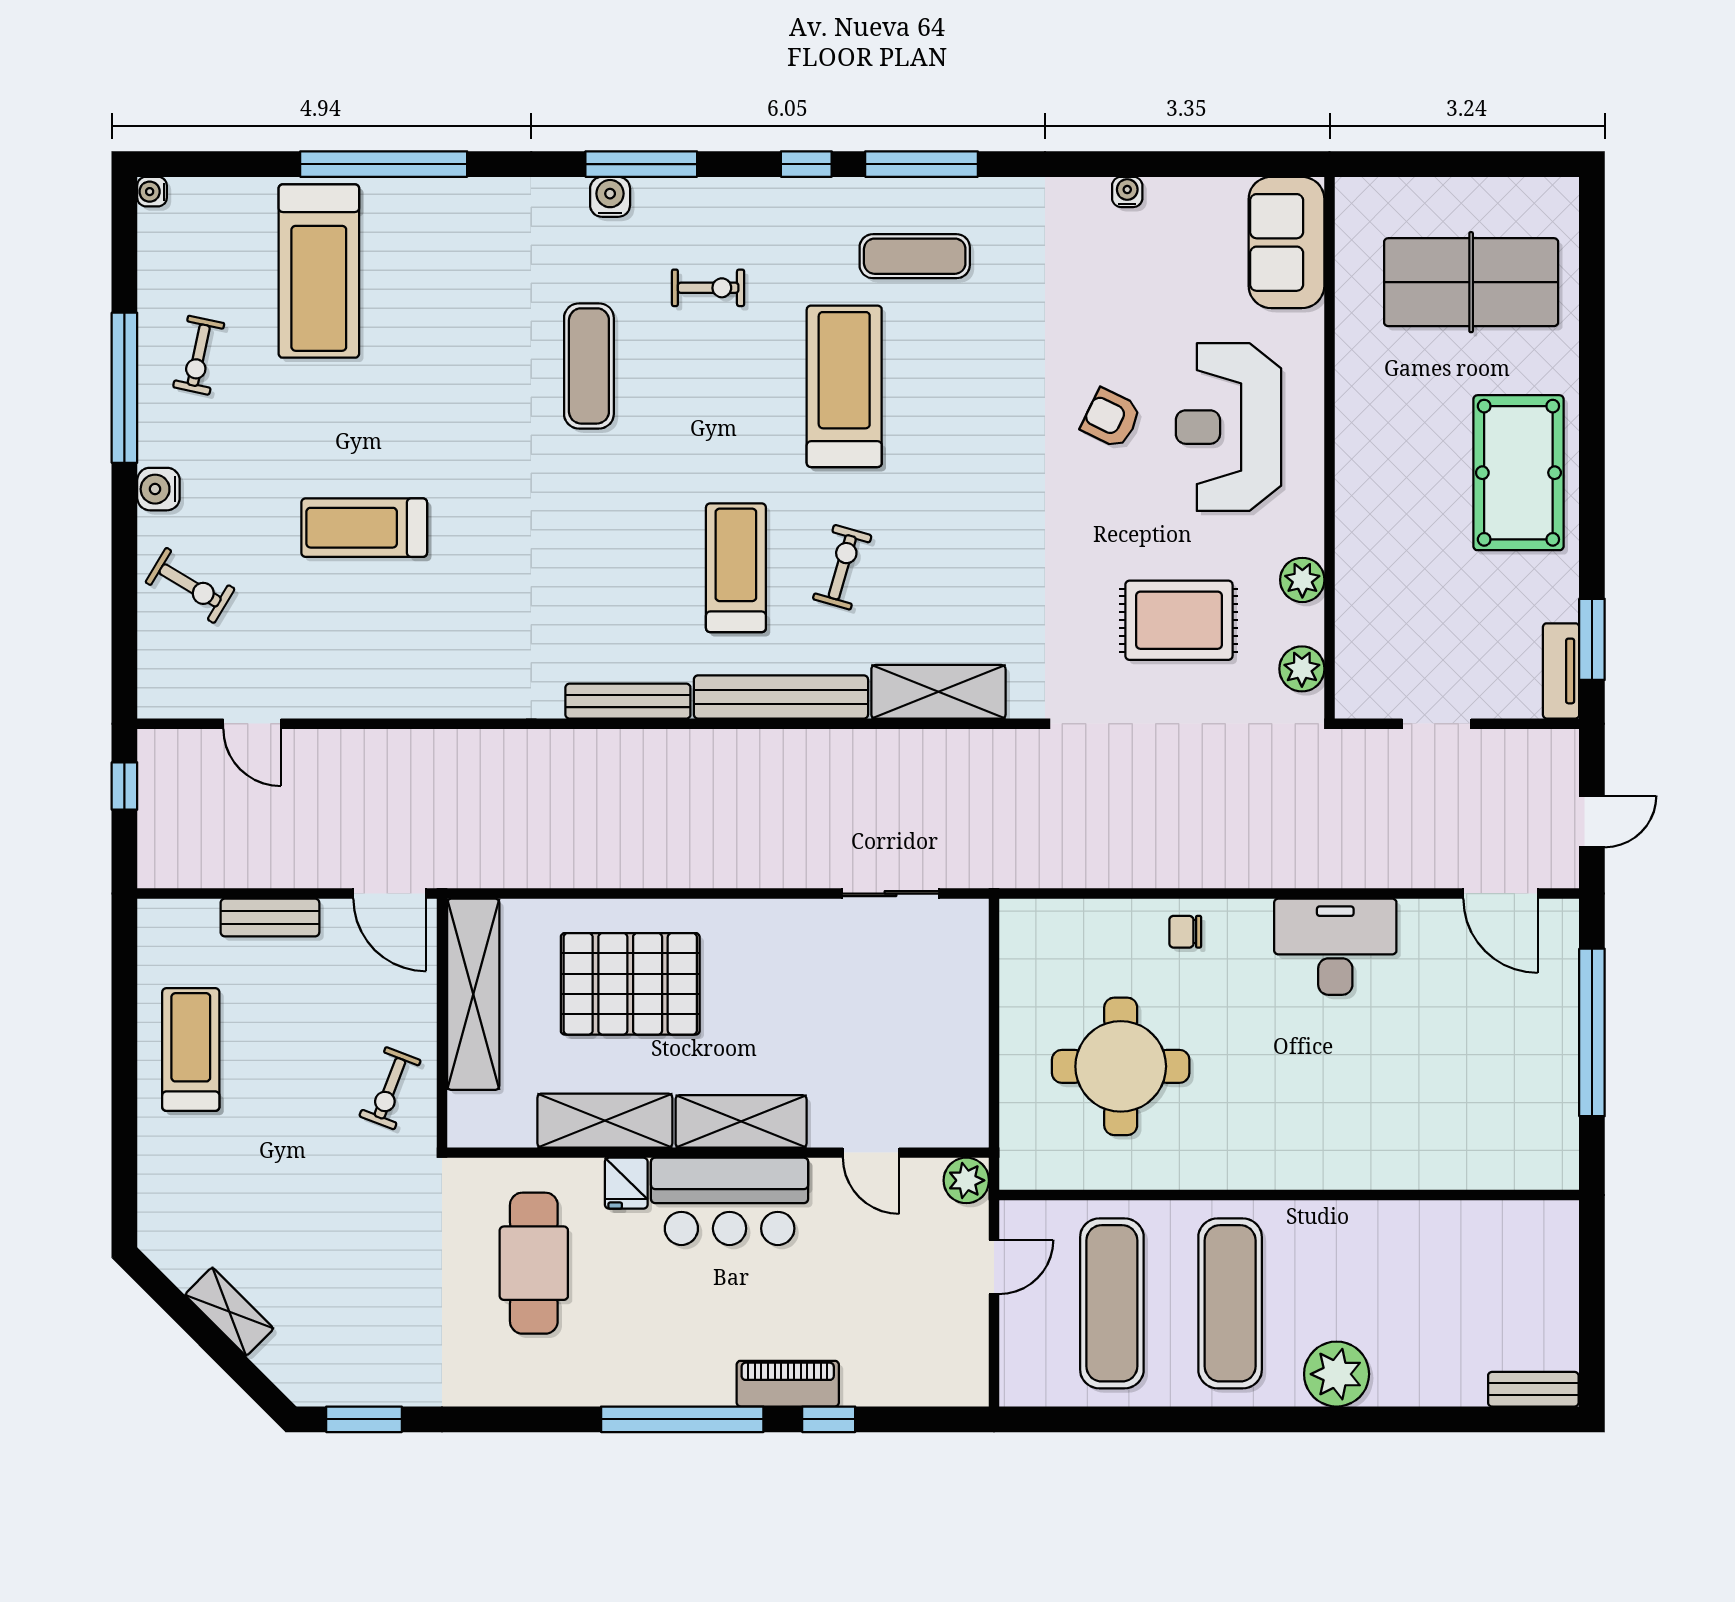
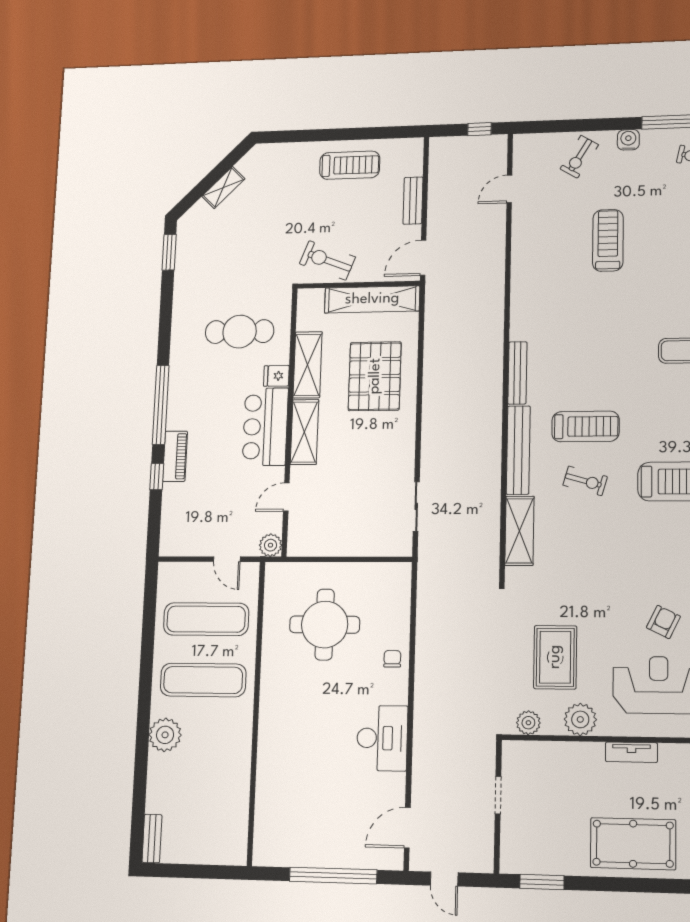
plant: (1302, 580) -> (580, 719), width x1.36, depth x1.36
tv unit: (1561, 671) -> (631, 752), moved, turned 180
exercise bike: (390, 1088) -> (327, 260), width x1.38, depth x1.39

